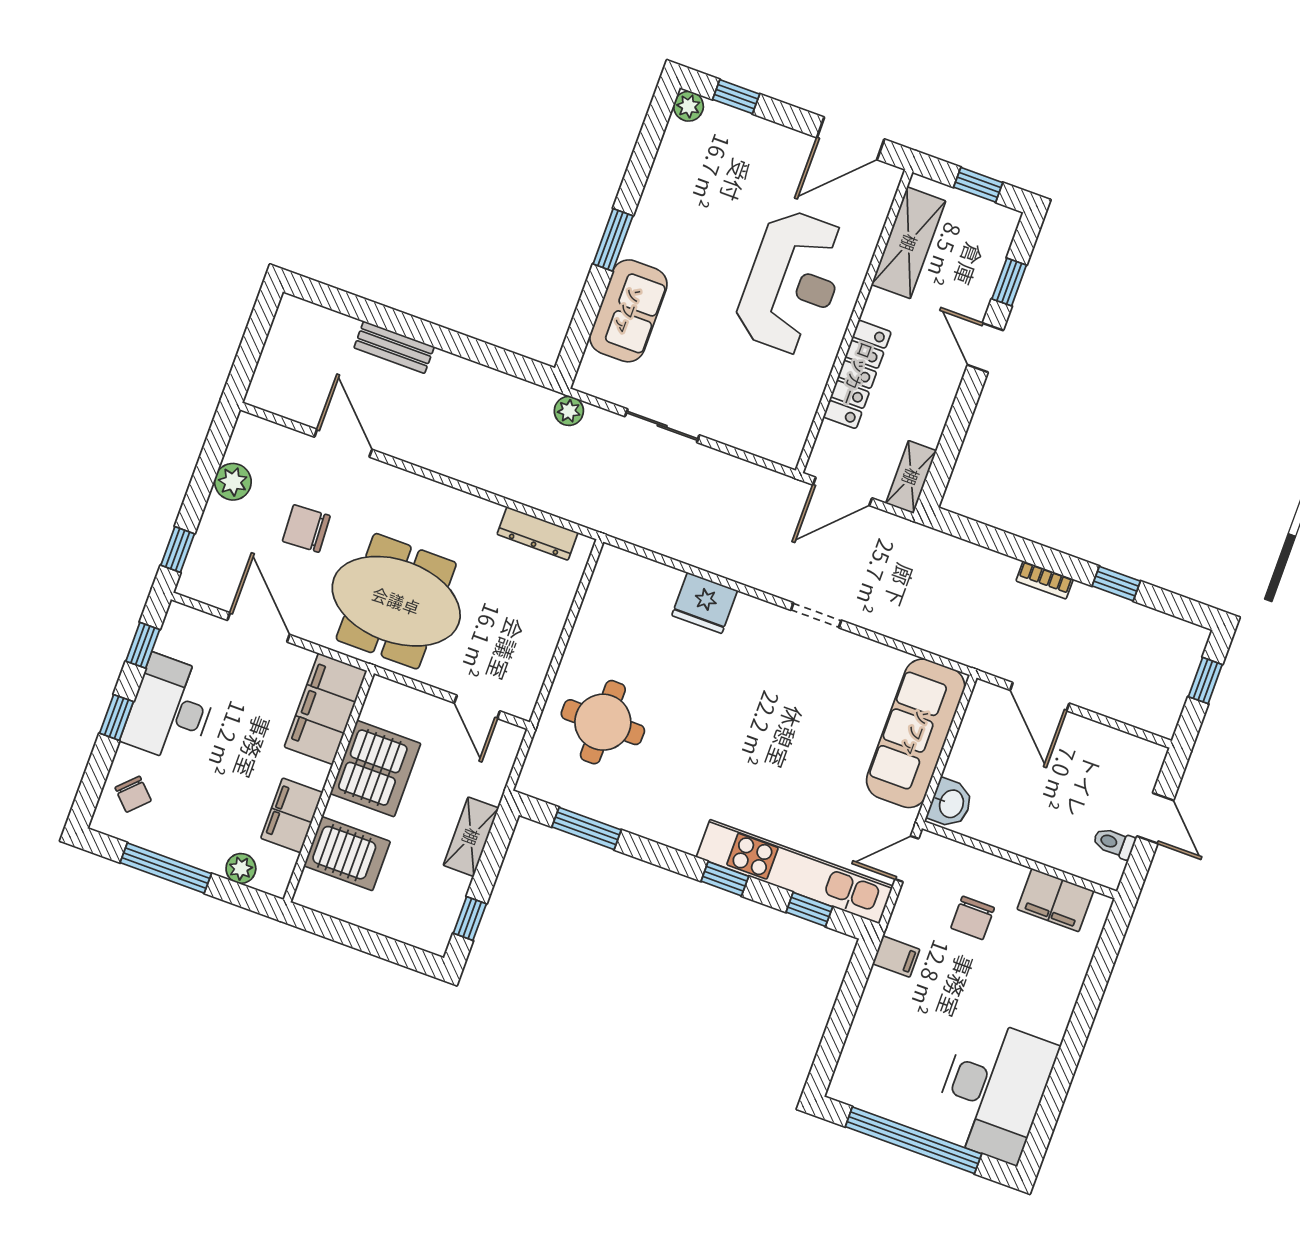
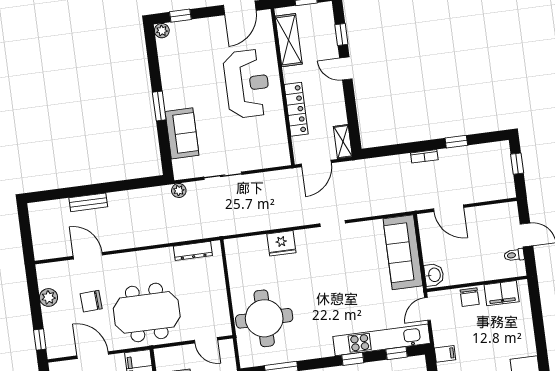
round table: (603, 722) -> (264, 318), width x1.36, depth x1.36
chair: (973, 918) -> (470, 297), moved

